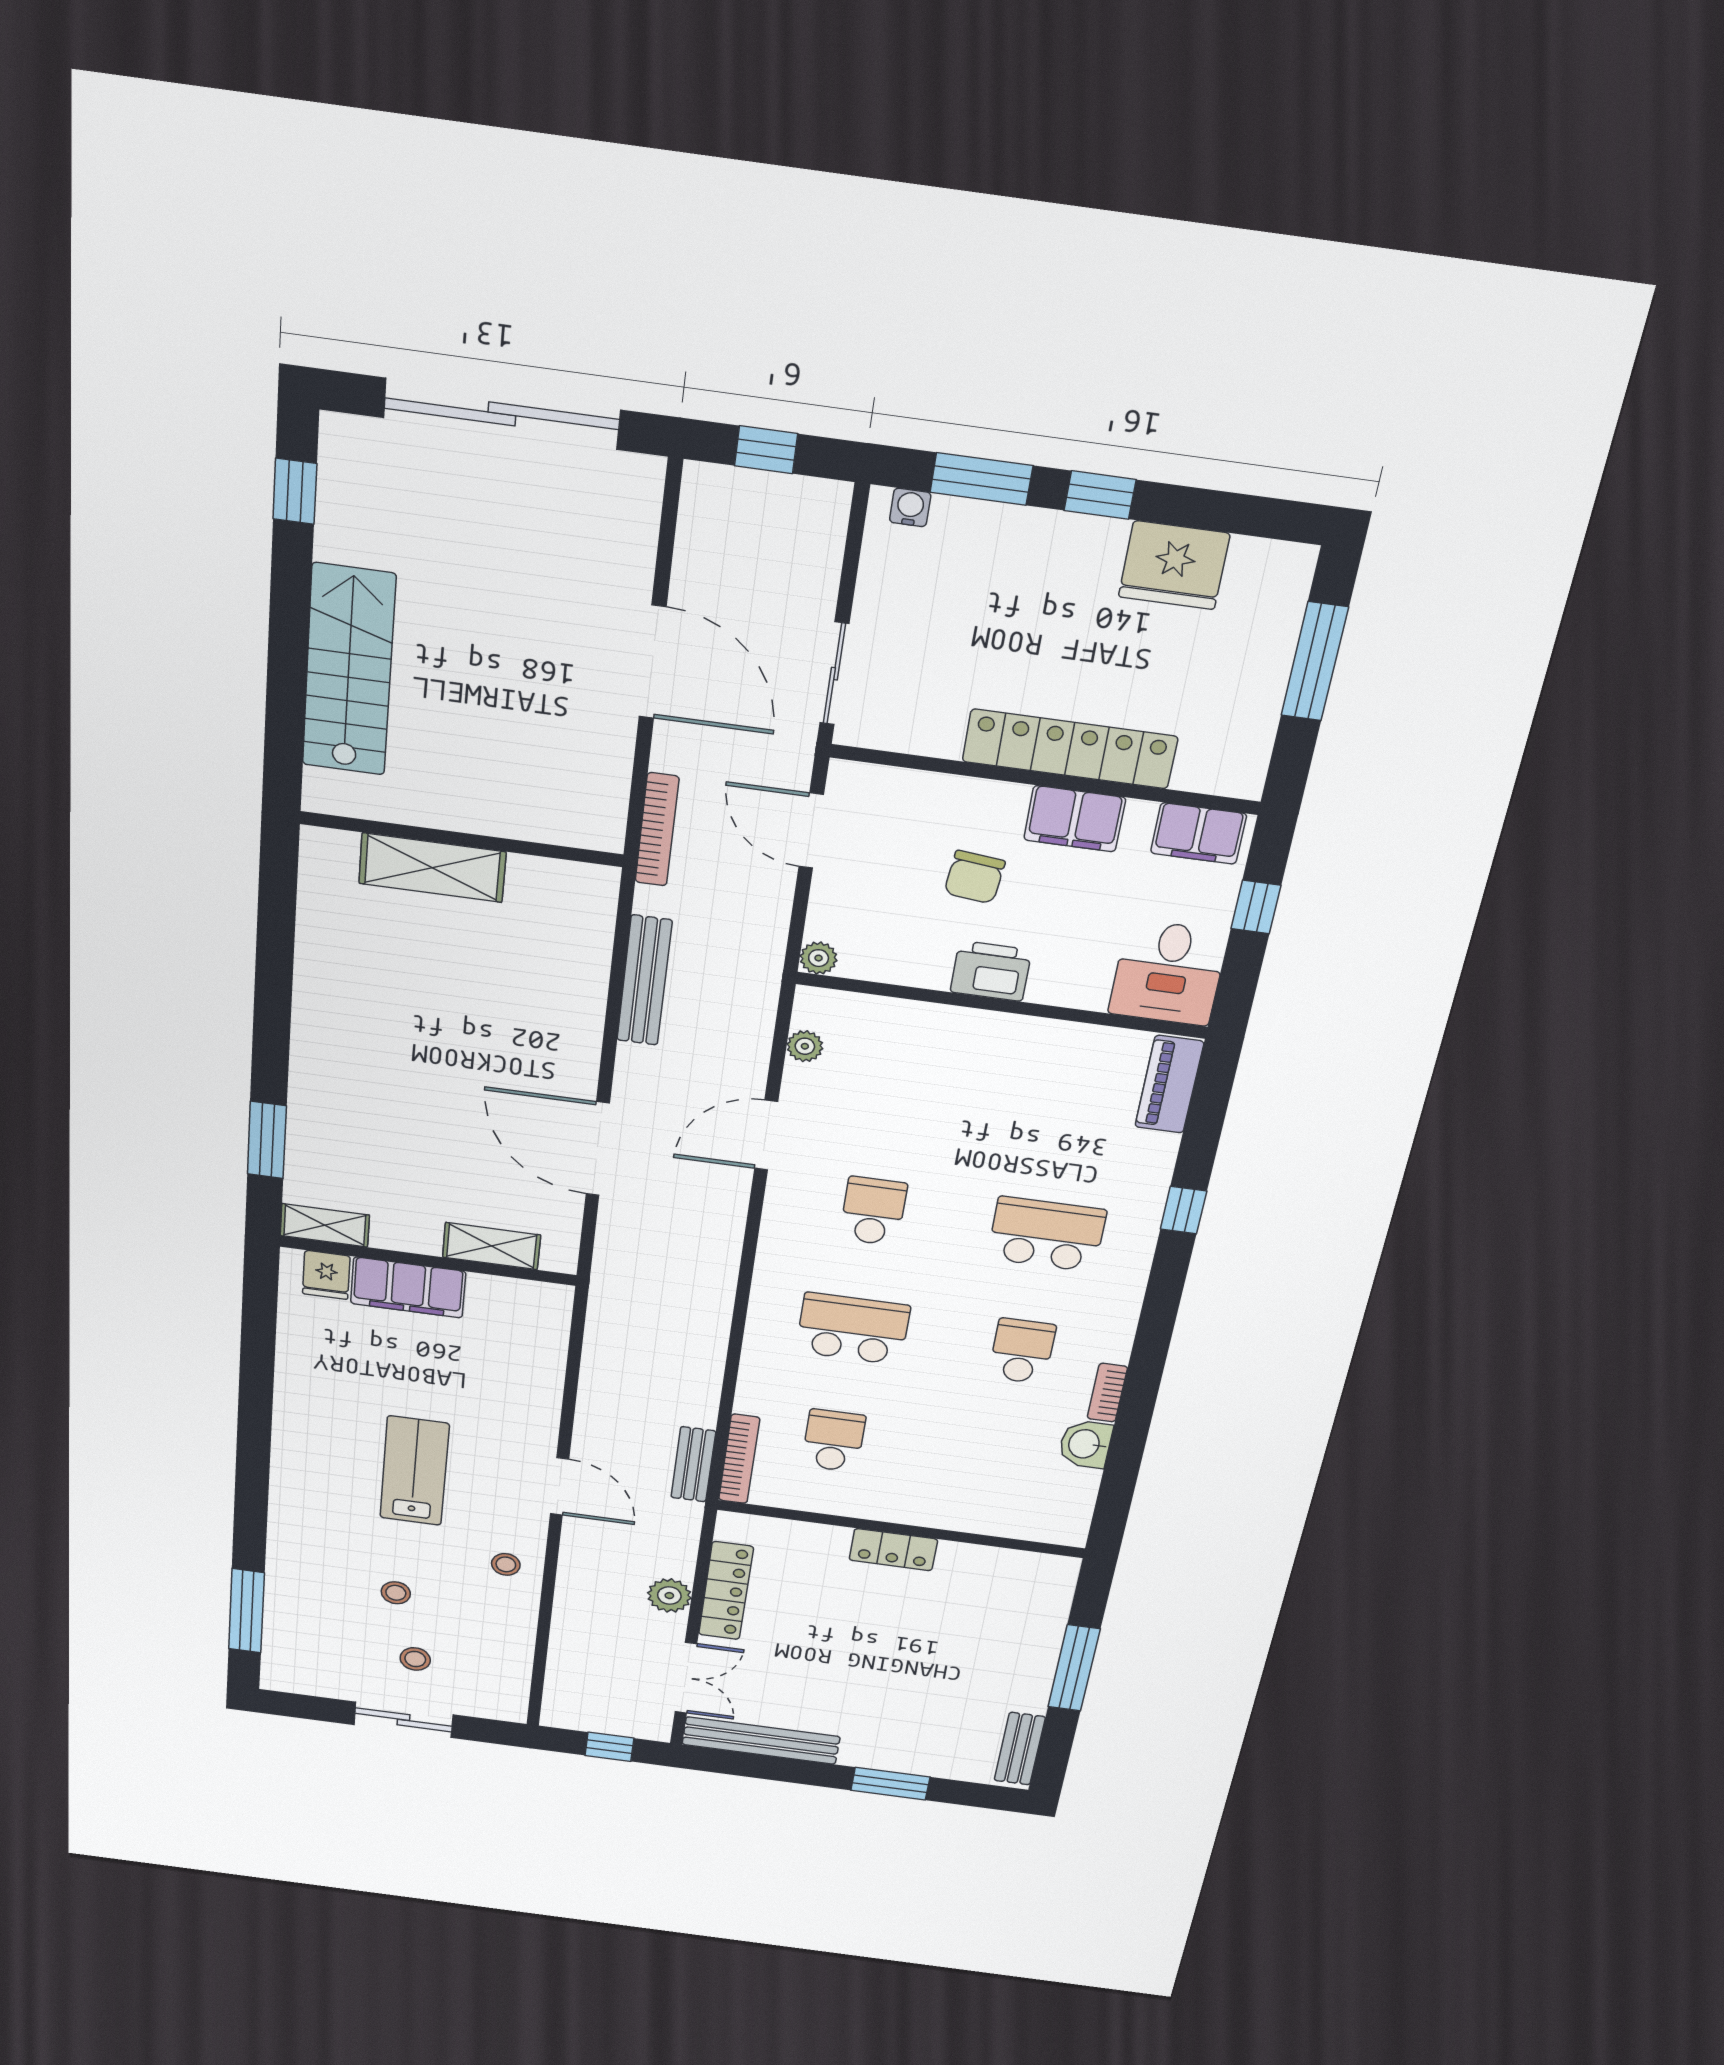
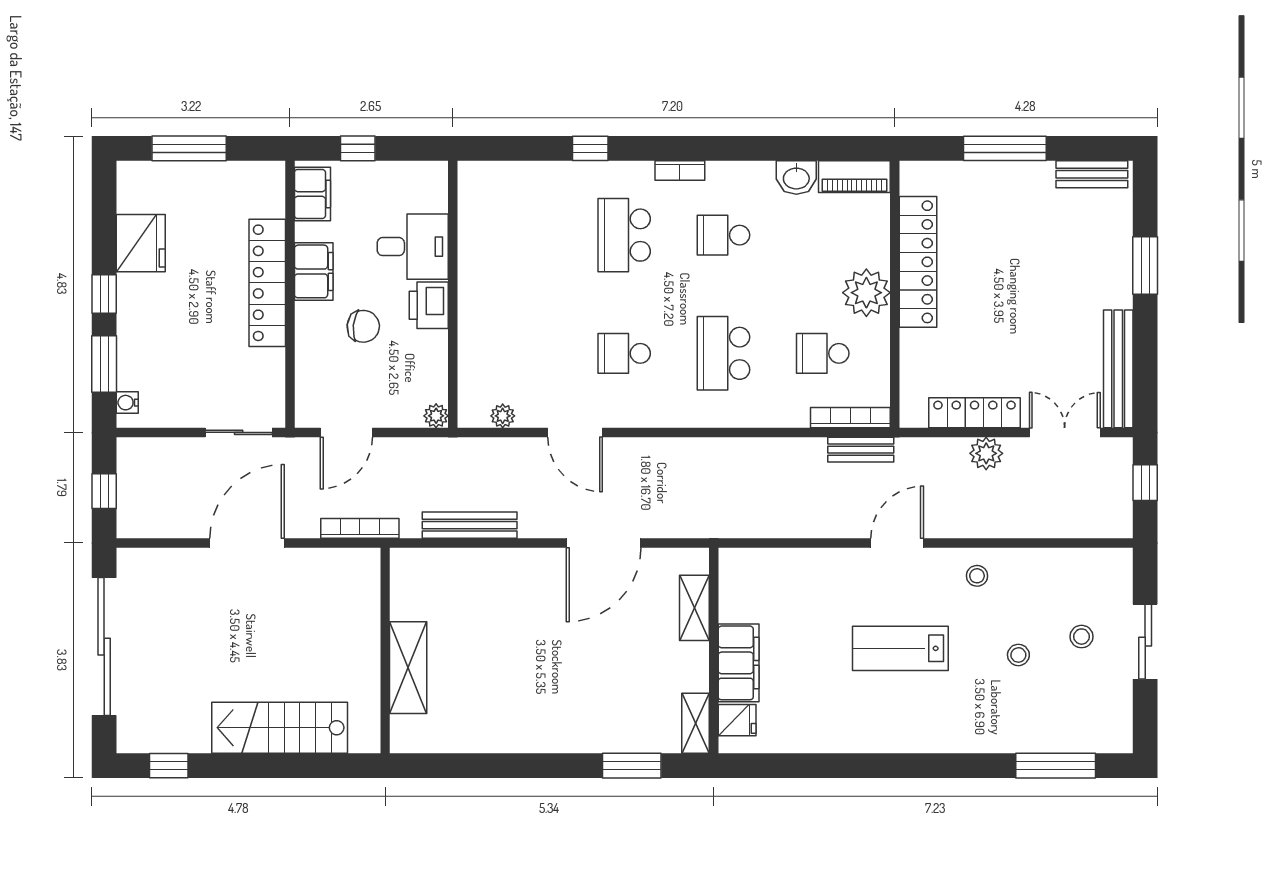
desk: (1168, 973) -> (413, 247), moved
piano: (1169, 1084) -> (854, 177), moved
bookcase: (1107, 1393) -> (680, 171), moved
plant: (909, 1499) -> (866, 293), added
locker: (893, 1550) -> (918, 262), width x2.16, depth x1.21

